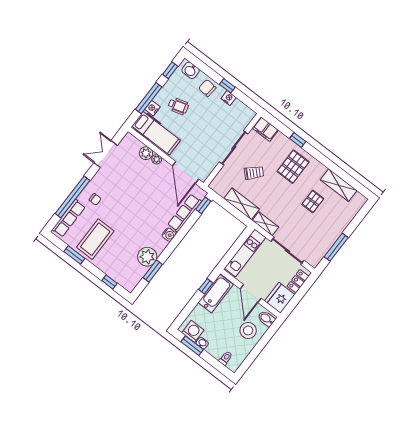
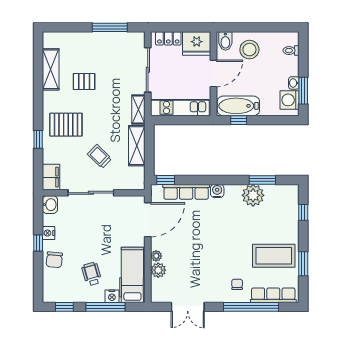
washbasin: (191, 70) -> (50, 205), moved

